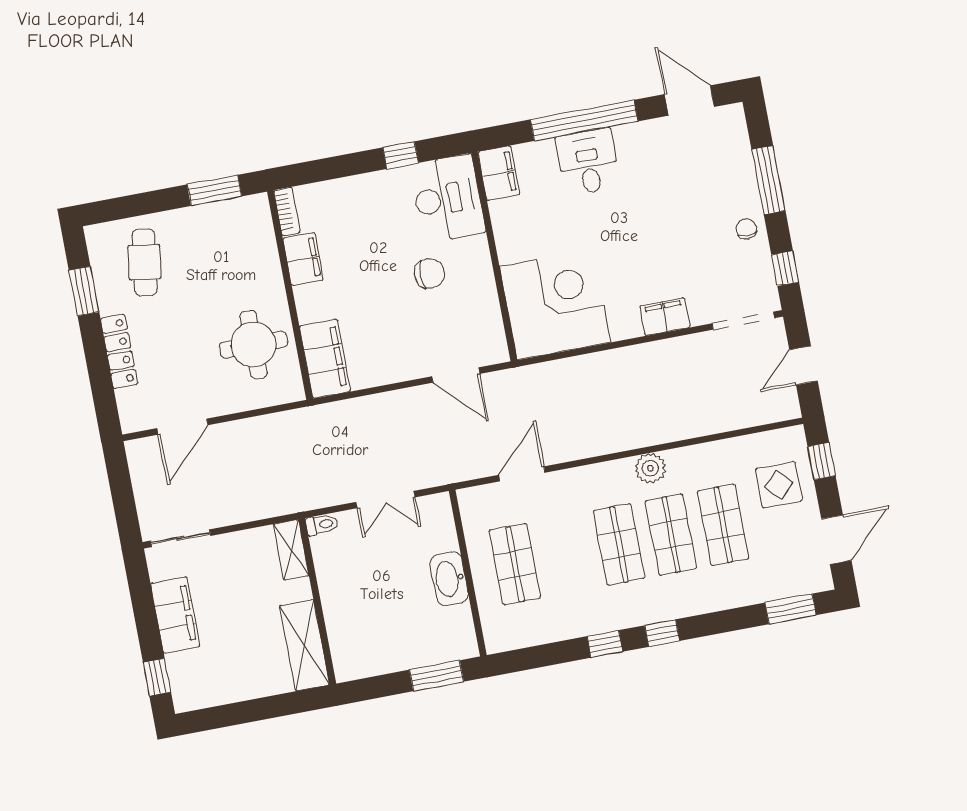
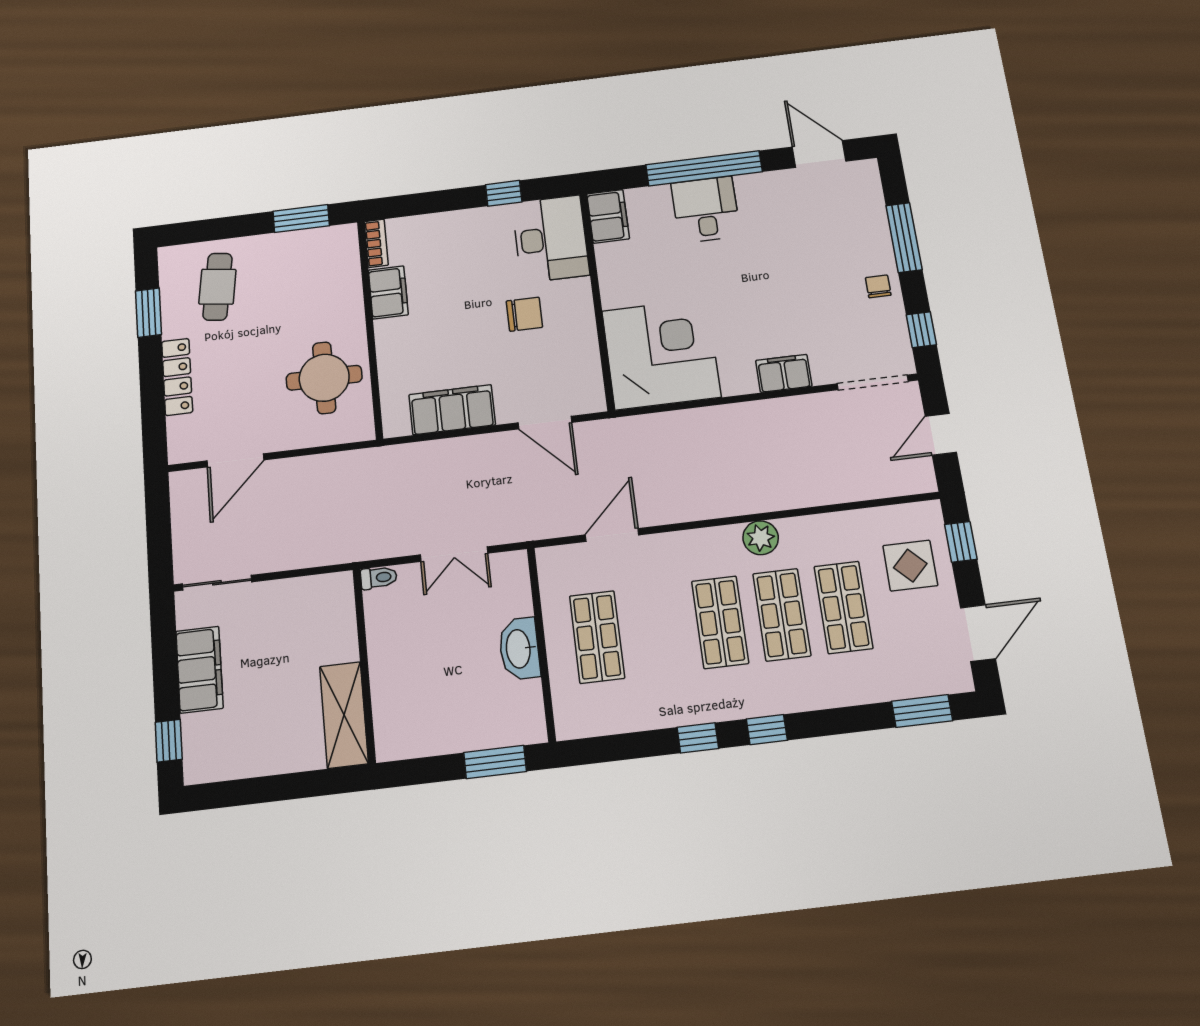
filing cabinet: (325, 359) -> (452, 410), moved, turned -90
shelving: (291, 550) -> (341, 604), removed

